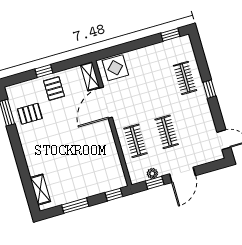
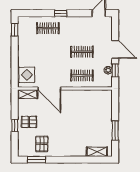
window: (114, 195) -> (115, 101), removed

